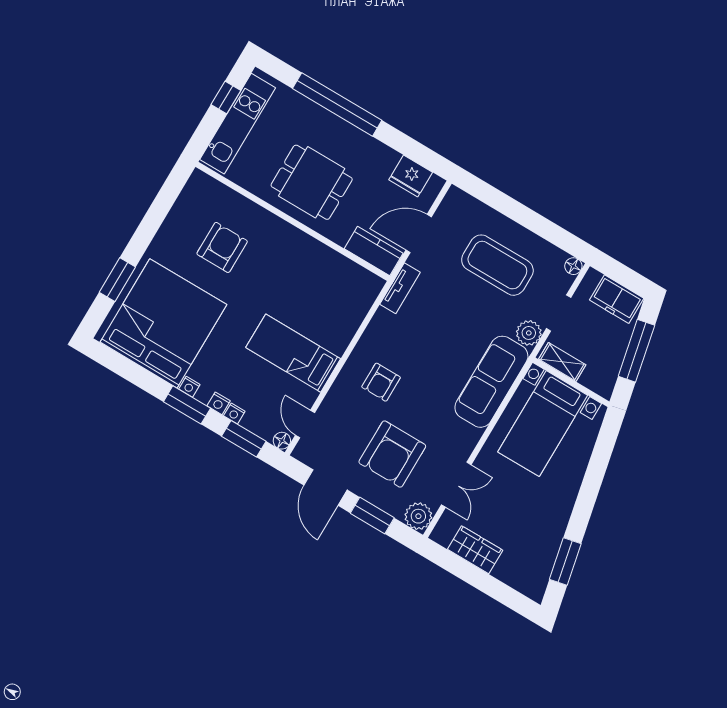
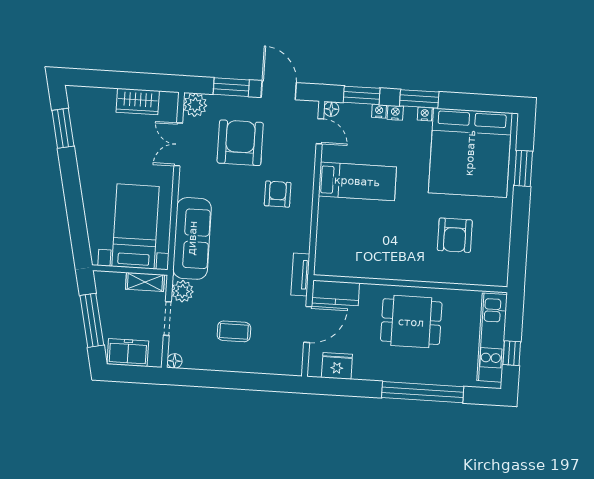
coffee table: (497, 265) -> (234, 331), width x0.54, depth x0.58

